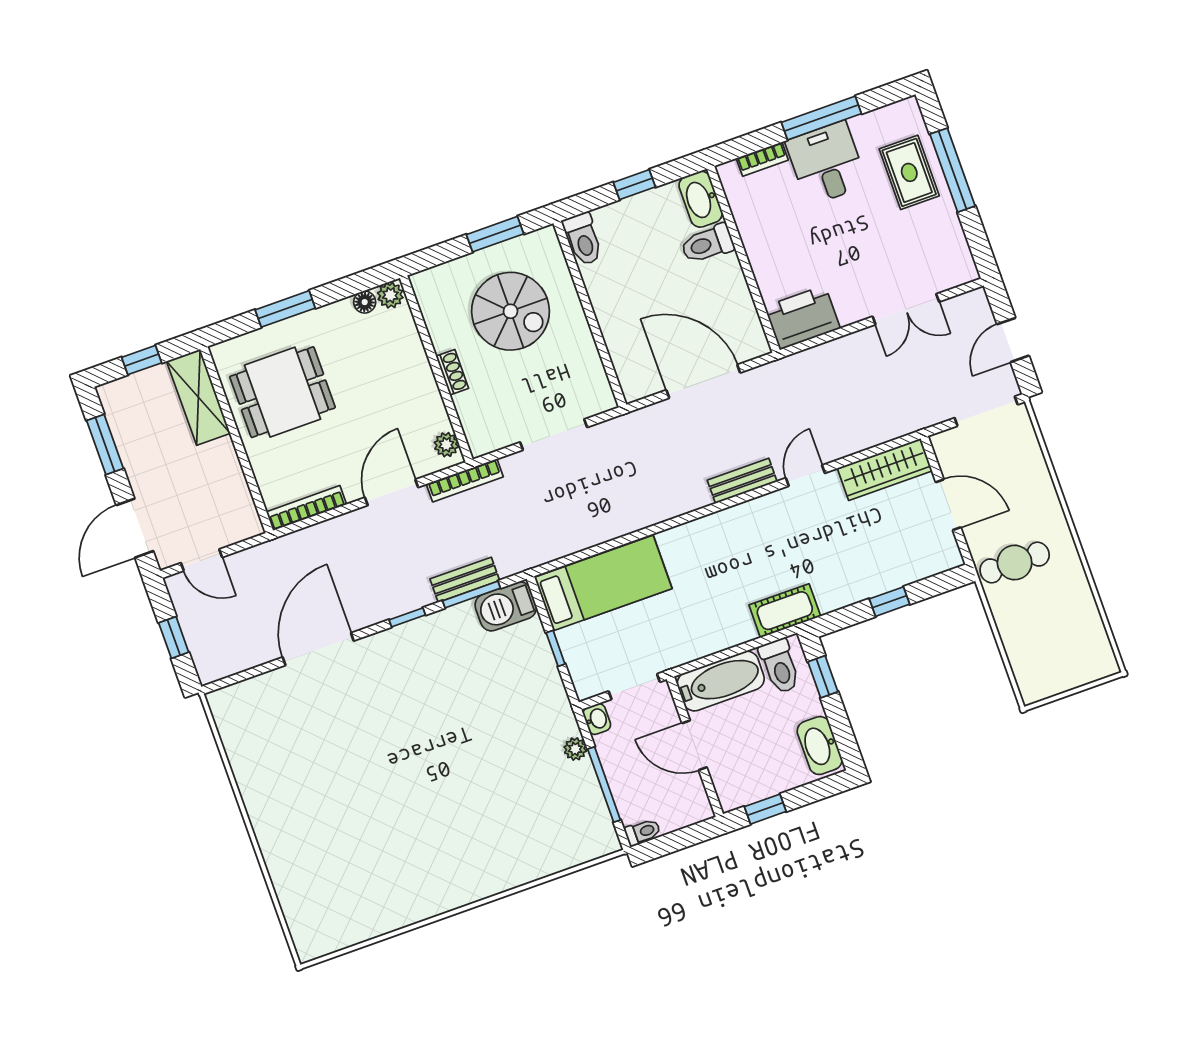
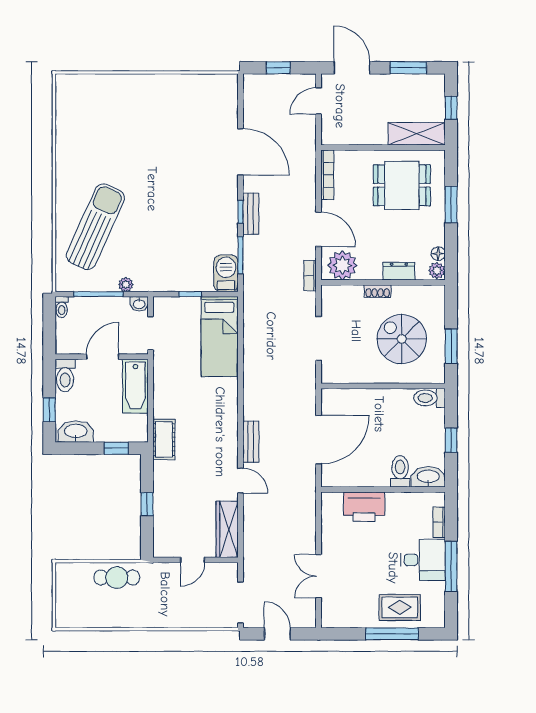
spiral stairs: (511, 311) -> (402, 339), turned 90
printer: (802, 318) -> (364, 507), moved, turned 90
dresser: (411, 351) -> (399, 271), added
dining table: (283, 392) -> (402, 185), turned 90
plant: (446, 445) -> (342, 265), width x1.88, depth x1.88
bookcase: (465, 480) -> (310, 276), width x0.64
door: (948, 505) -> (192, 560), width x0.73
cafe table: (1015, 563) -> (117, 578), moved, turned 90
bench: (465, 580) -> (251, 214), moved
toilet: (780, 666) -> (65, 375), moved, turned -90
window: (765, 809) -> (49, 410), moved
sun lounger: (506, 824) -> (95, 227), added

